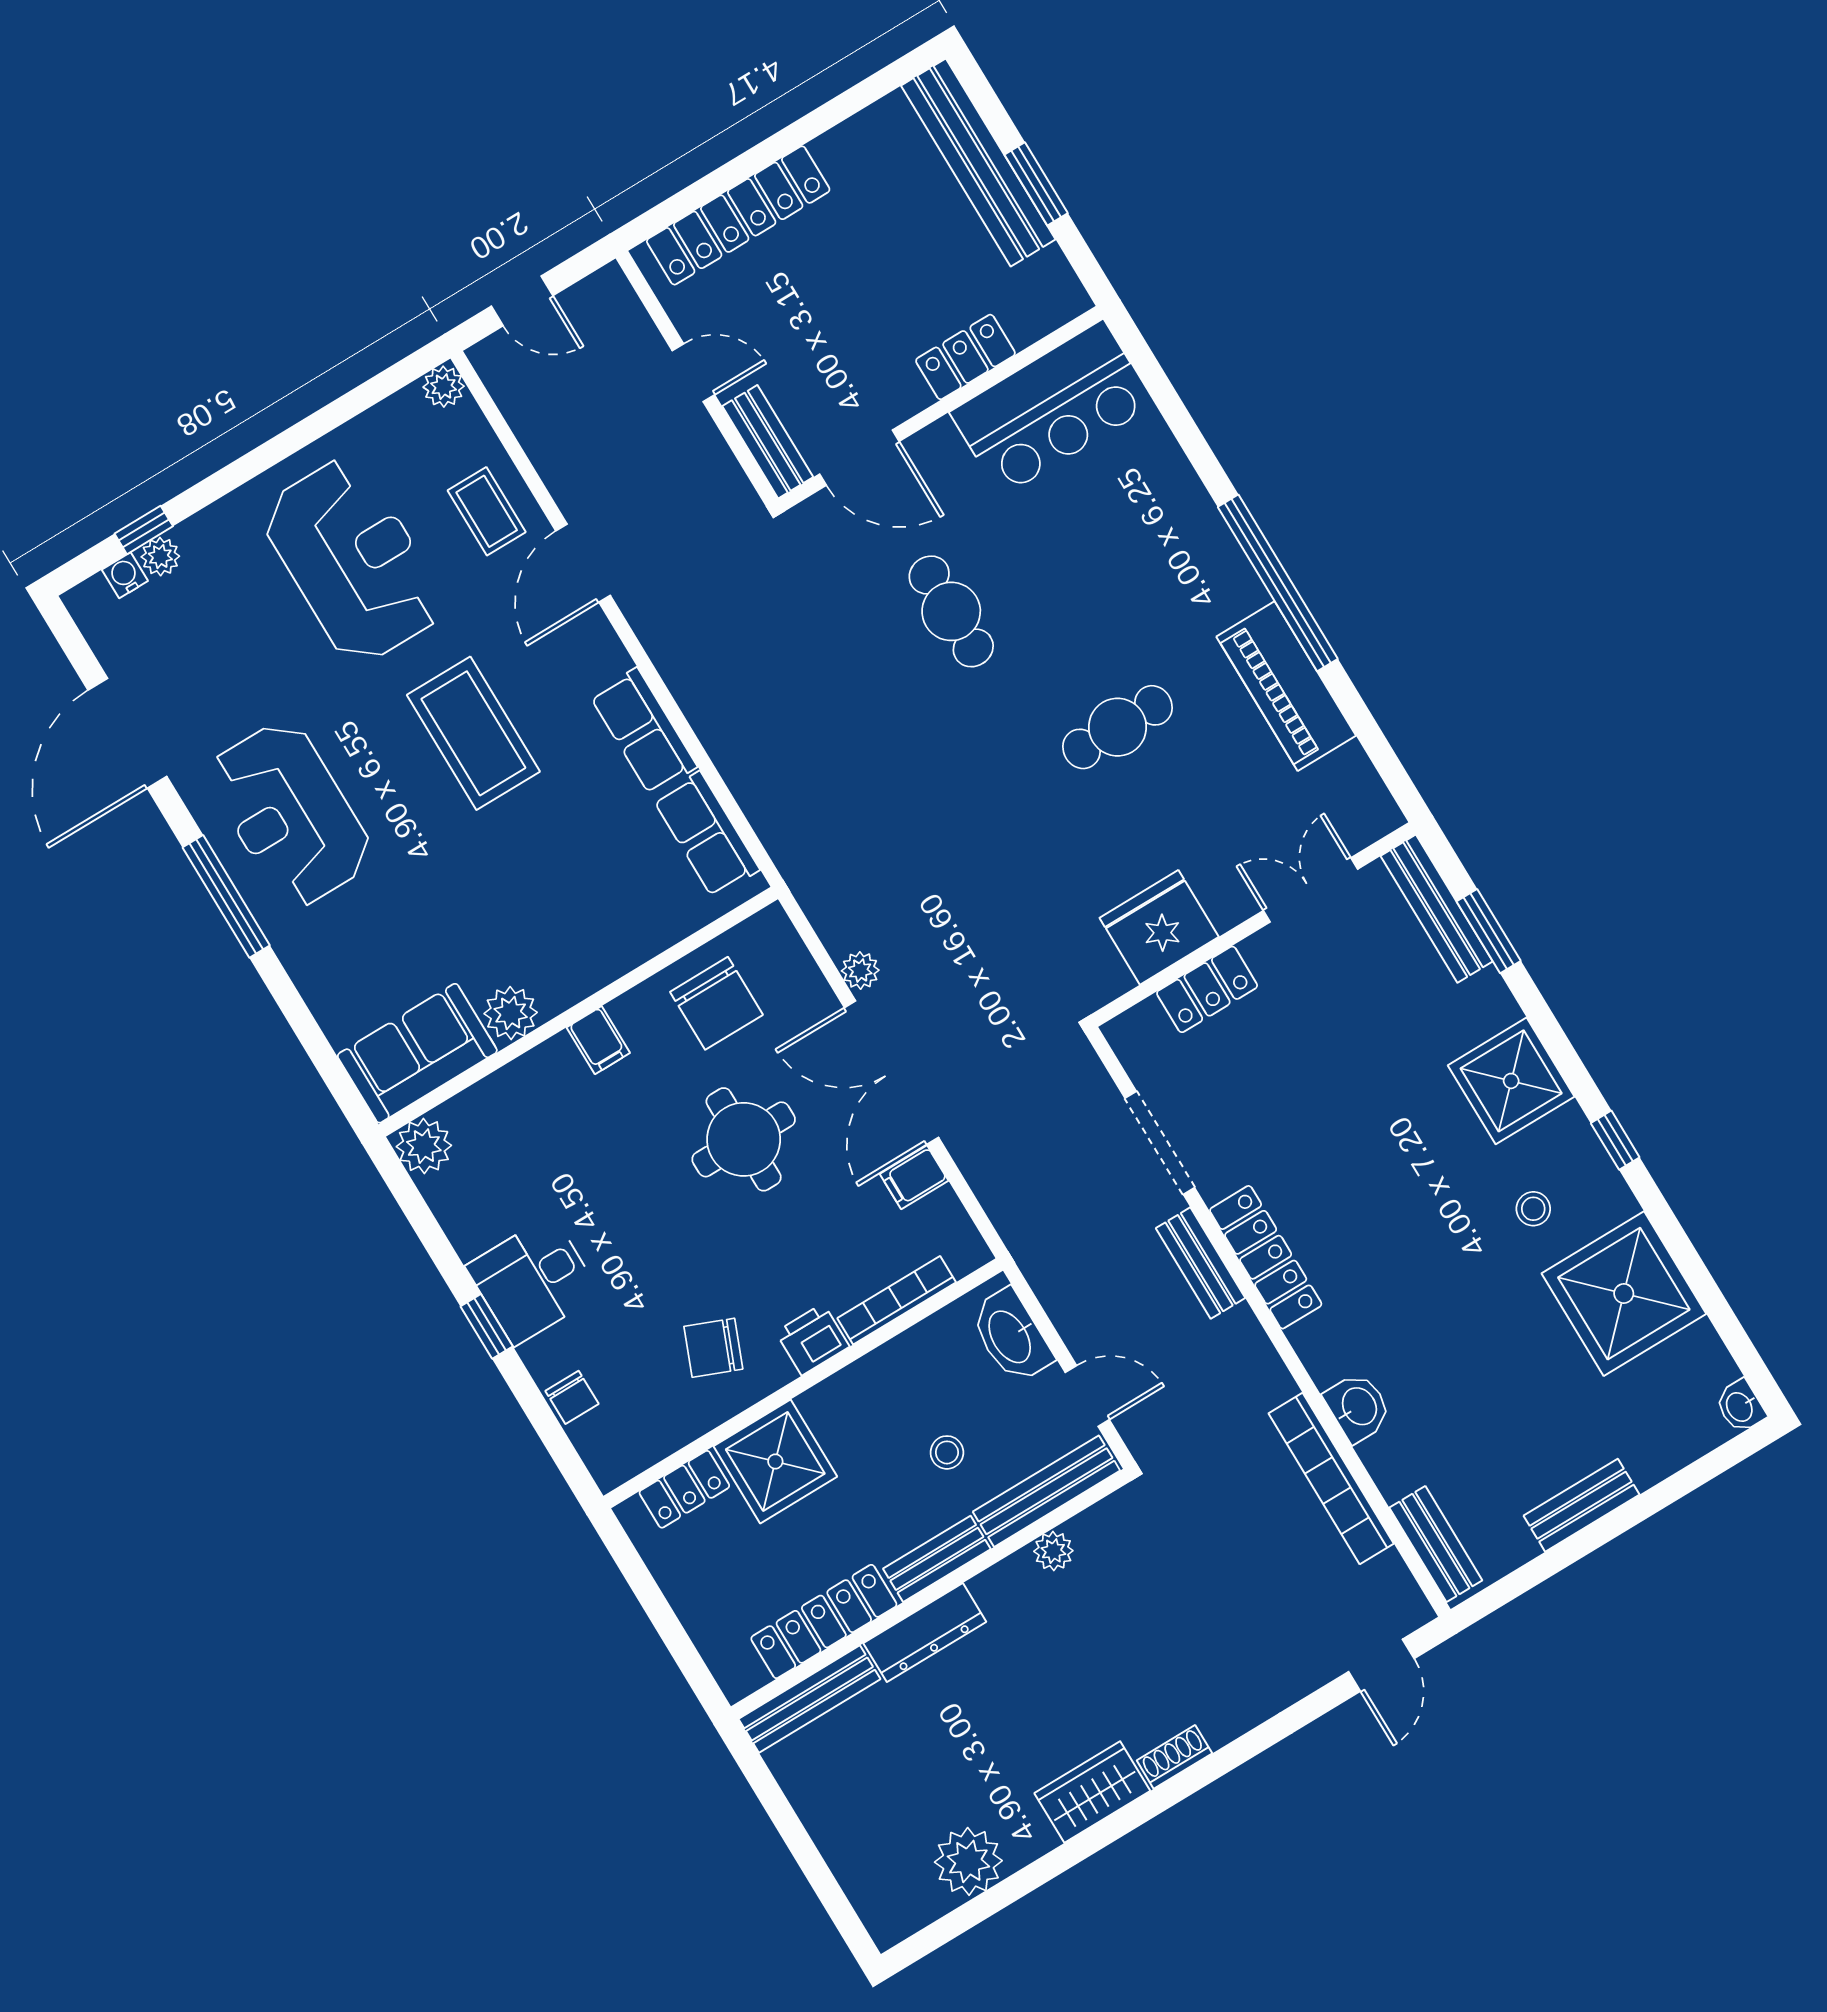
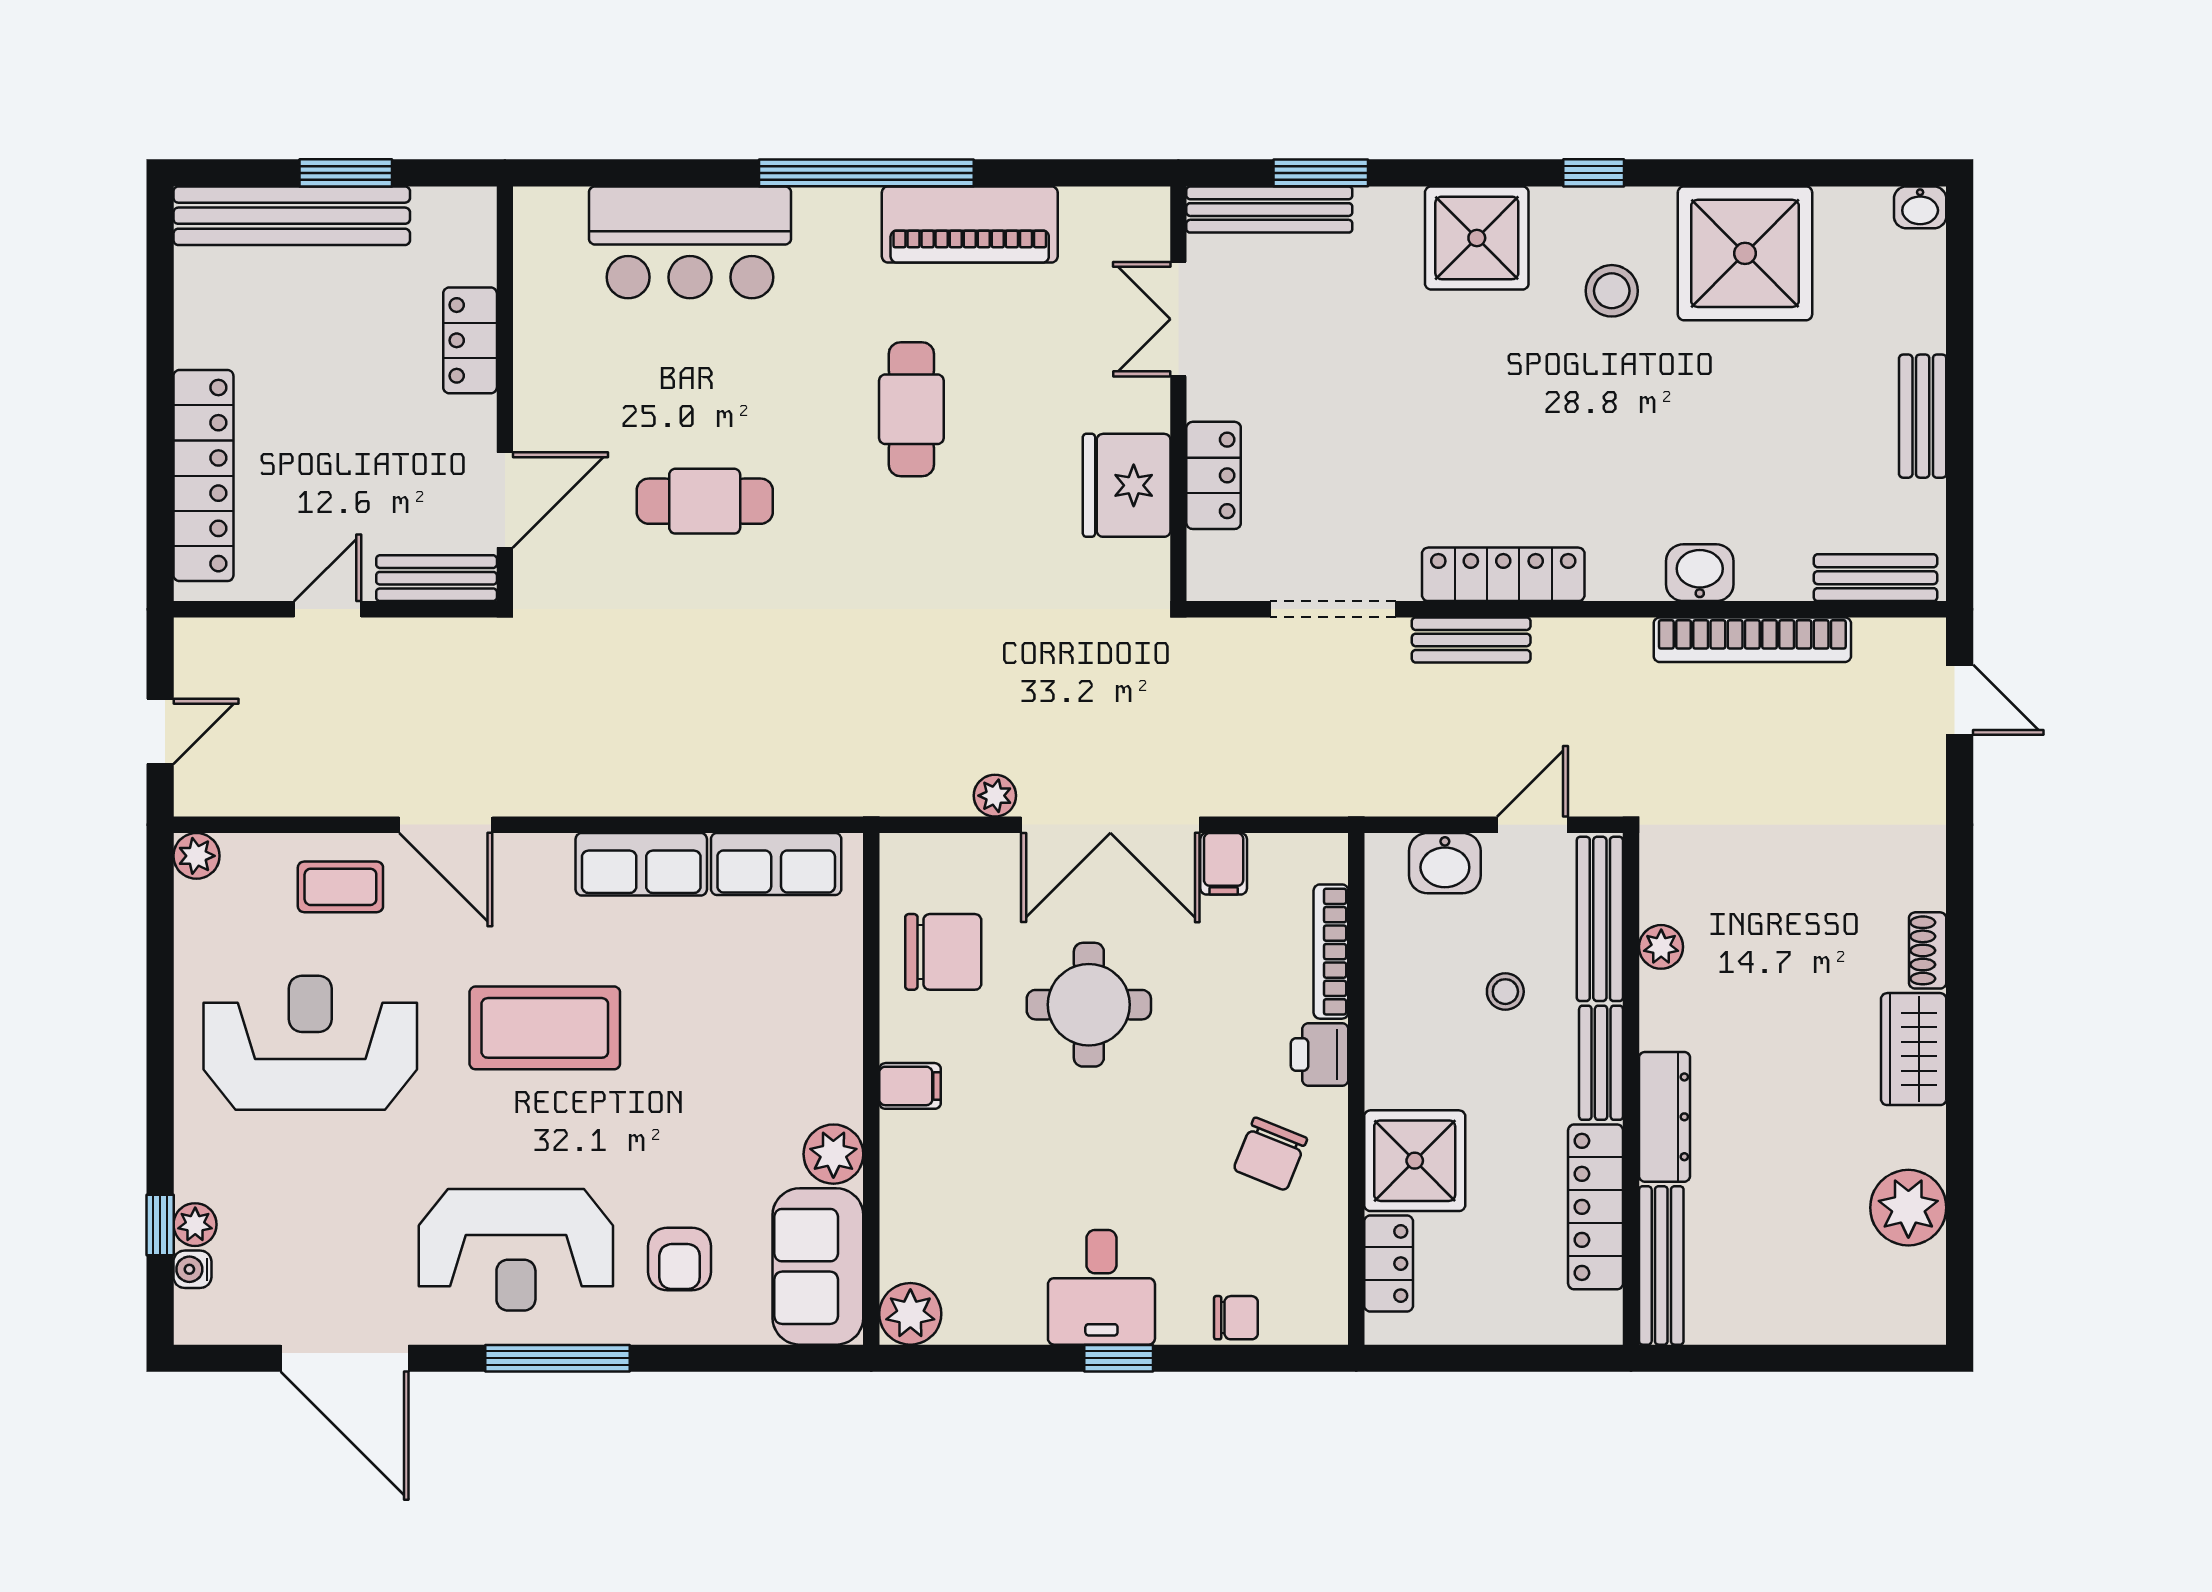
bar counter: (1052, 408) -> (690, 242), moved, turned 90
armchair: (359, 944) -> (680, 1259), added
stool: (1533, 1209) -> (1612, 291), width x1.37, depth x1.37
washbasin: (1011, 1336) -> (1445, 863), width x0.72

